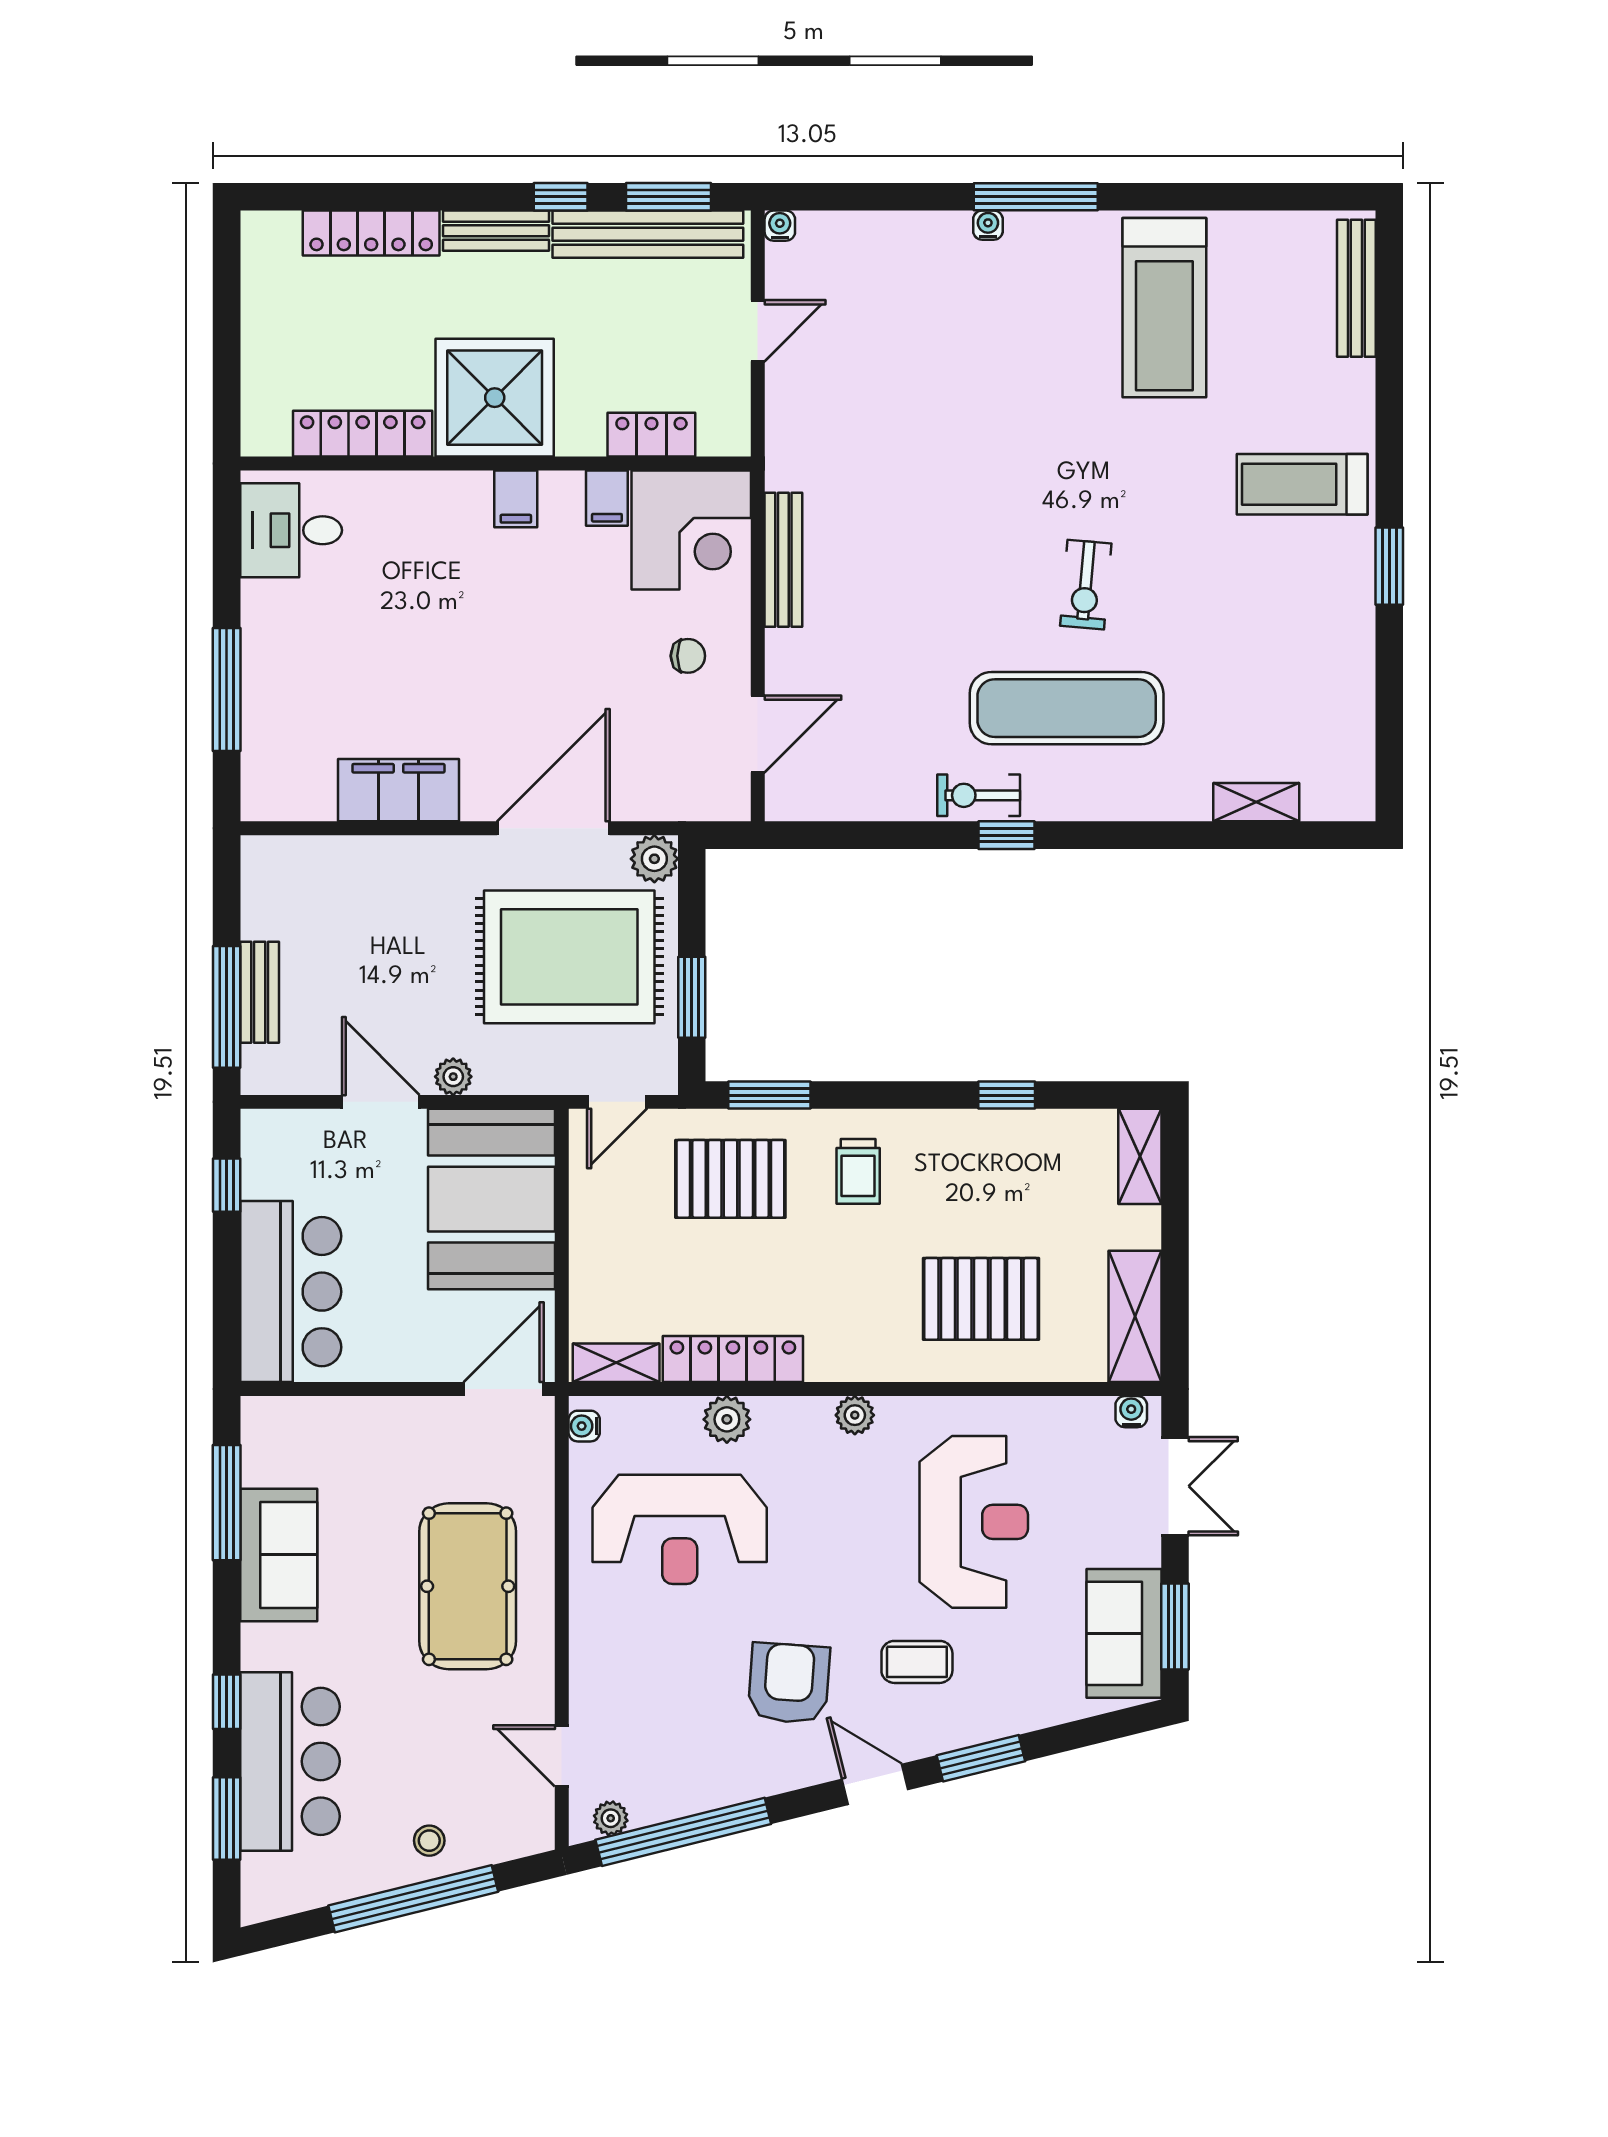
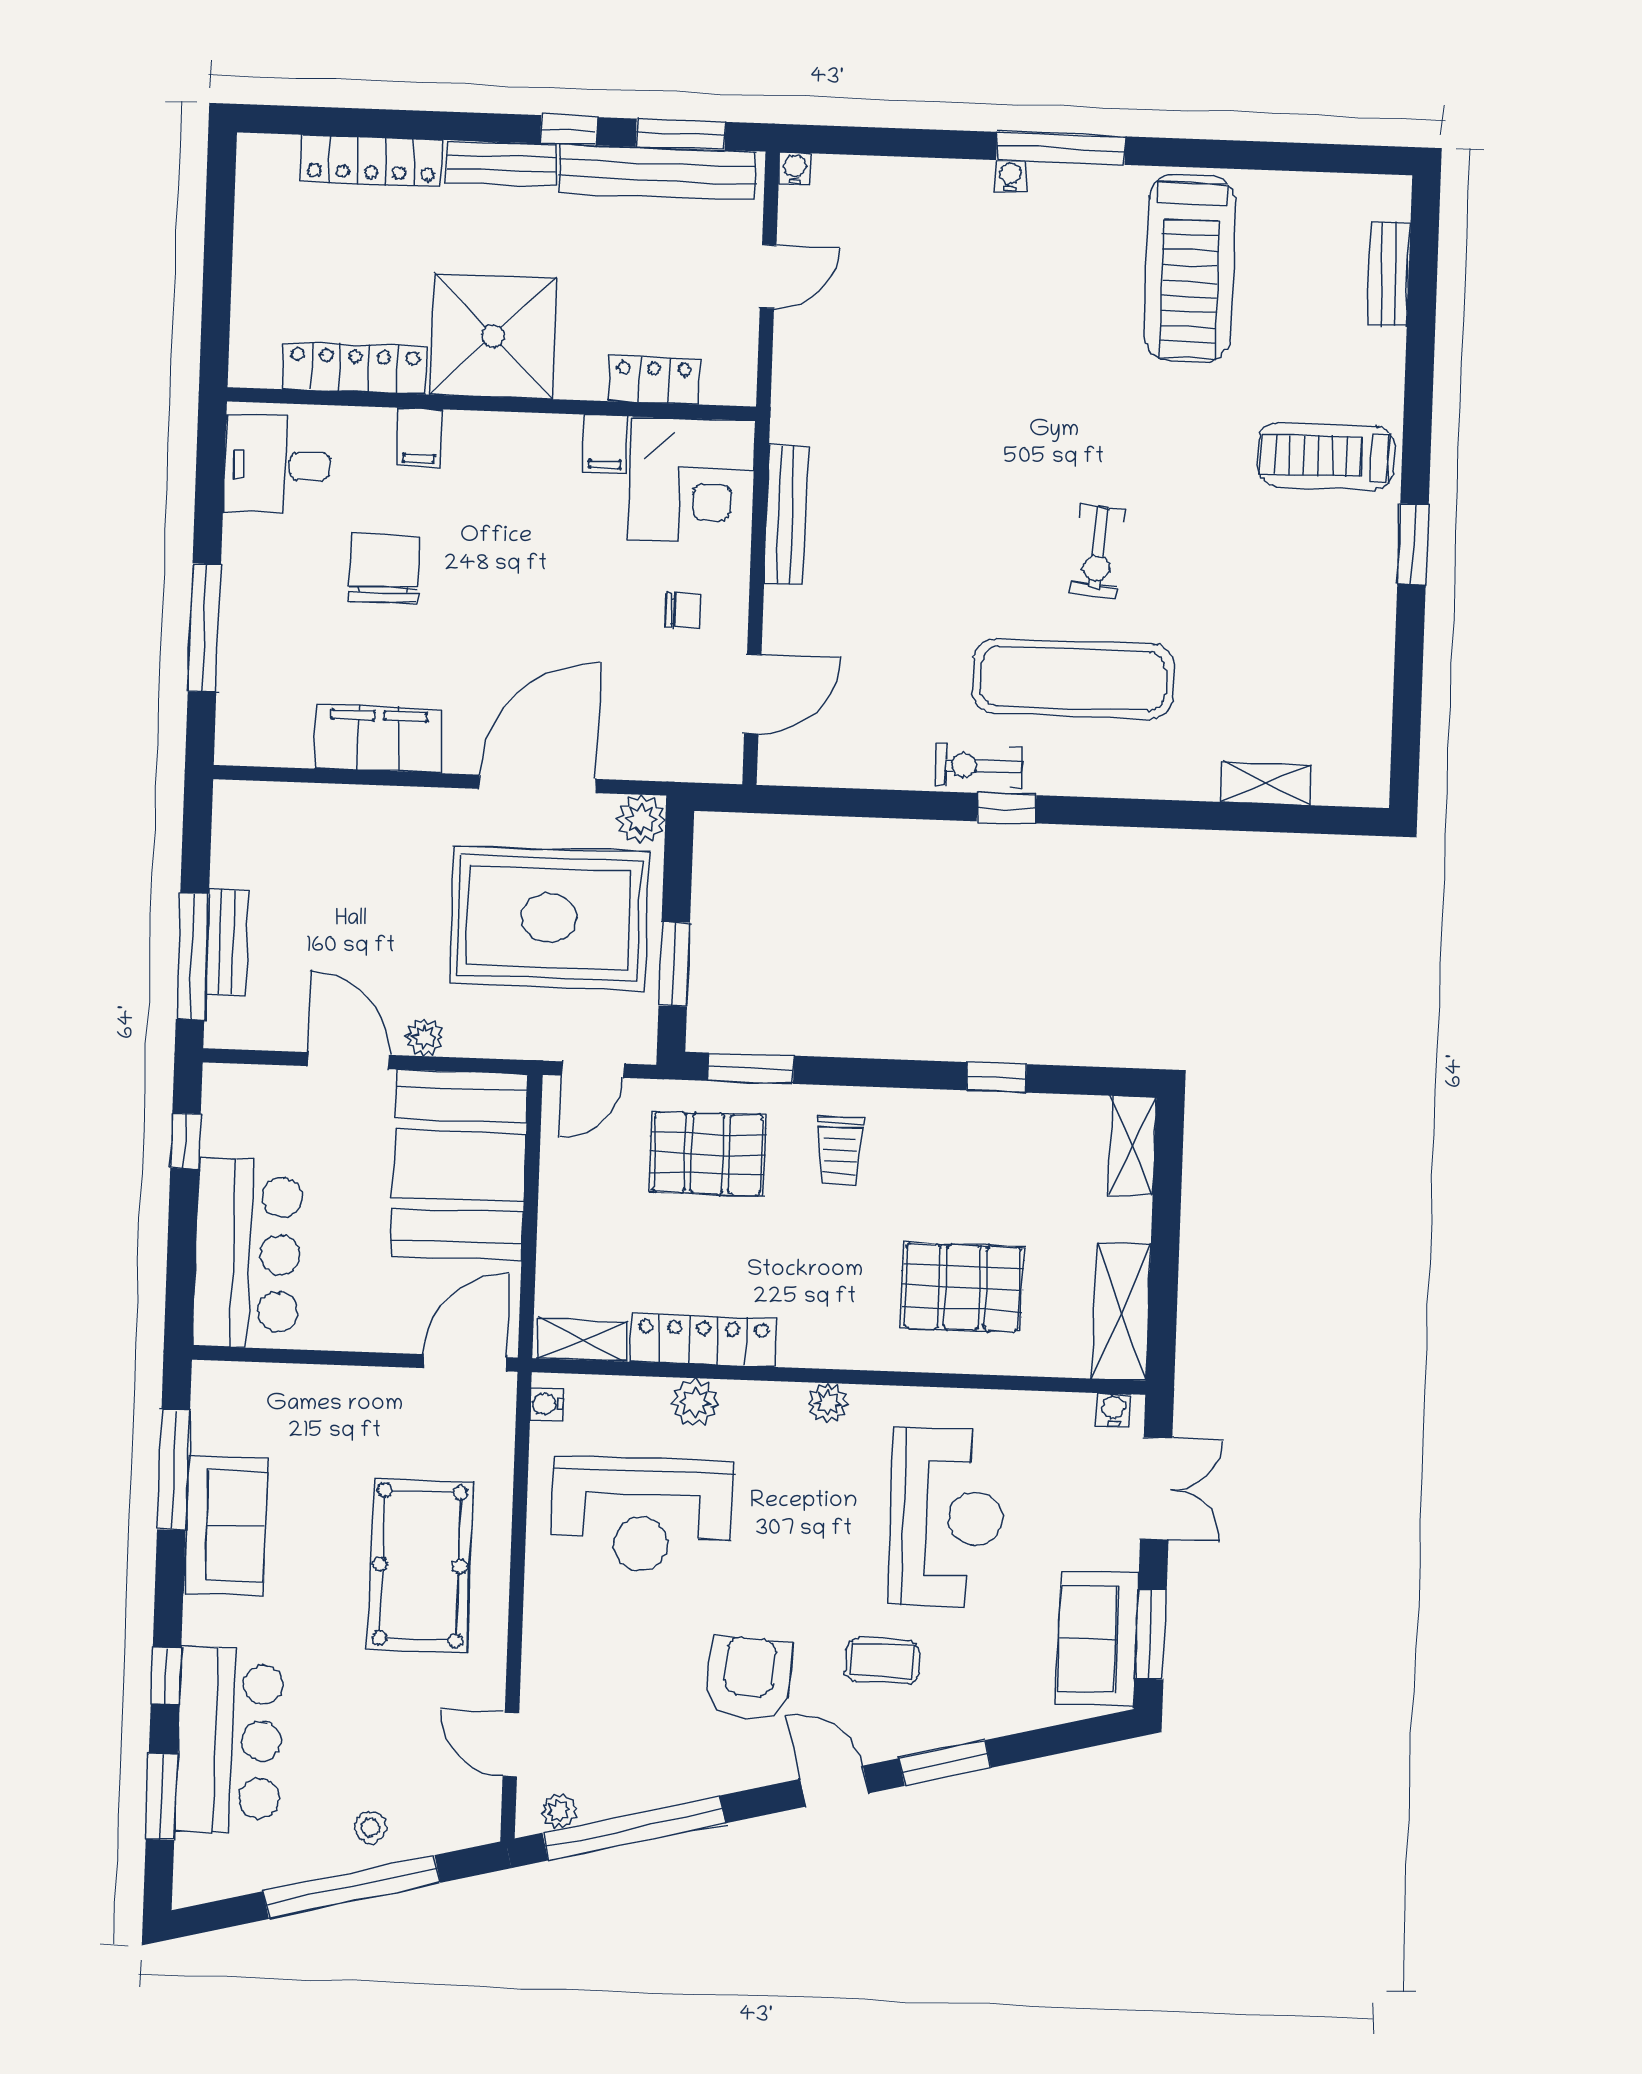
bench: (1356, 288) -> (1389, 274), width x0.73
filing cabinet: (516, 499) -> (419, 438), moved
chair: (398, 627) -> (384, 569), added

